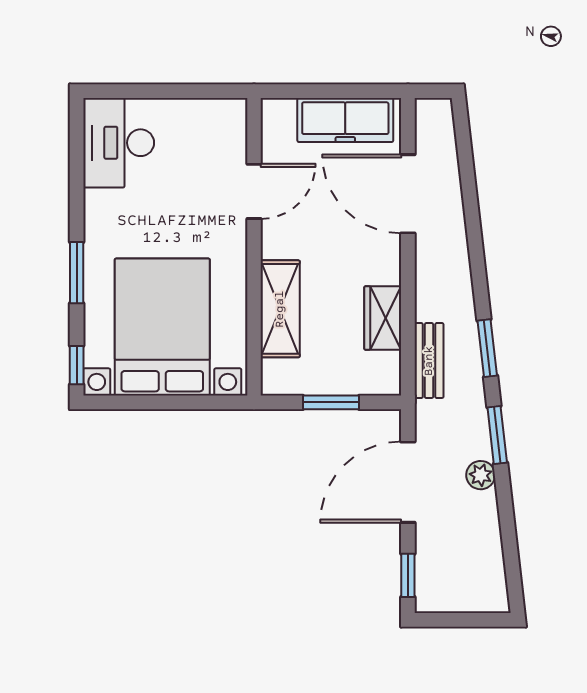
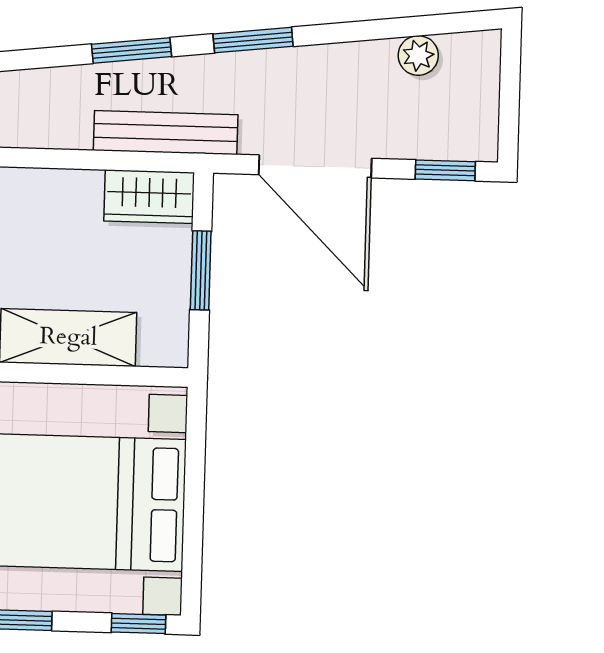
wardrobe: (383, 318) -> (149, 197), moved
bench: (429, 361) -> (166, 133), width x1.36
plant: (481, 475) -> (418, 55), moved

